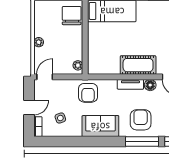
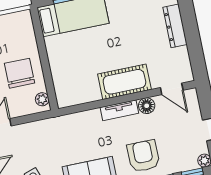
chair: (72, 16) -> (20, 73), moved
armchair: (88, 93) -> (64, 134), removed

